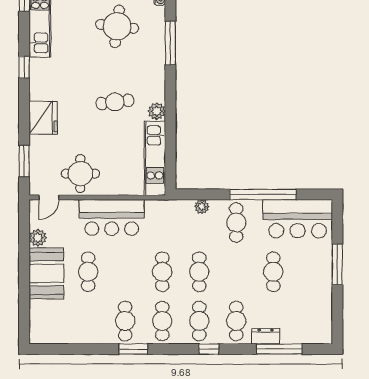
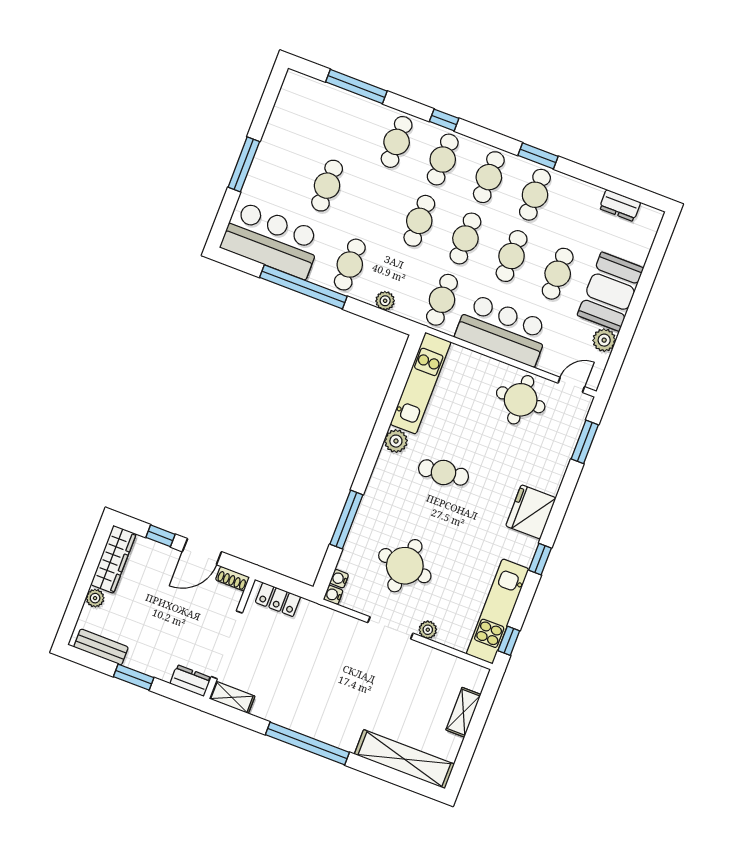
fridge: (43, 118) -> (531, 512), moved
cafe table: (162, 223) -> (442, 300), added
cafe table: (125, 272) -> (512, 256), added
dresser: (266, 336) -> (620, 205), moved

